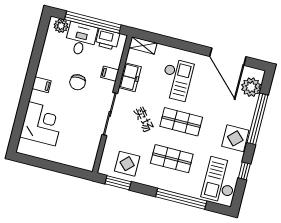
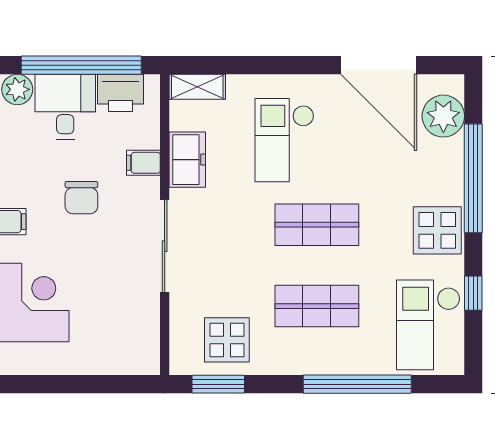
checkout: (176, 80) -> (285, 140), turned 180

